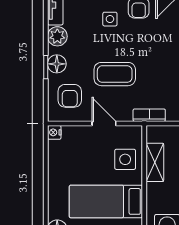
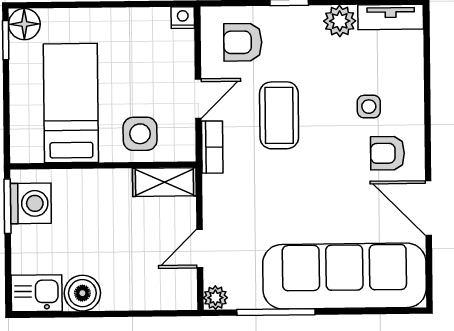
floor lamp: (57, 64) -> (295, 21), removed
bookcase: (149, 115) -> (212, 147), moved
shelving: (155, 162) -> (164, 182), moved

